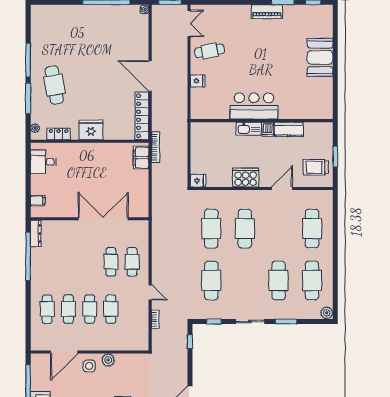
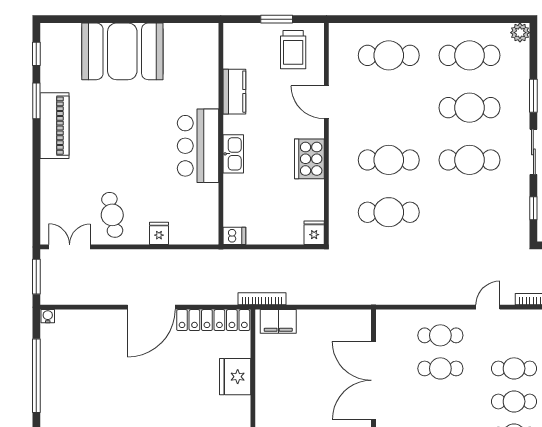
piano: (267, 12) -> (55, 126), width x1.37, depth x1.33
booth: (320, 57) -> (122, 51), width x1.36, depth x1.42
dishwasher: (268, 129) -> (234, 236), moved
fridge: (91, 130) -> (235, 377), moved
cafe table: (211, 280) -> (470, 160), moved

